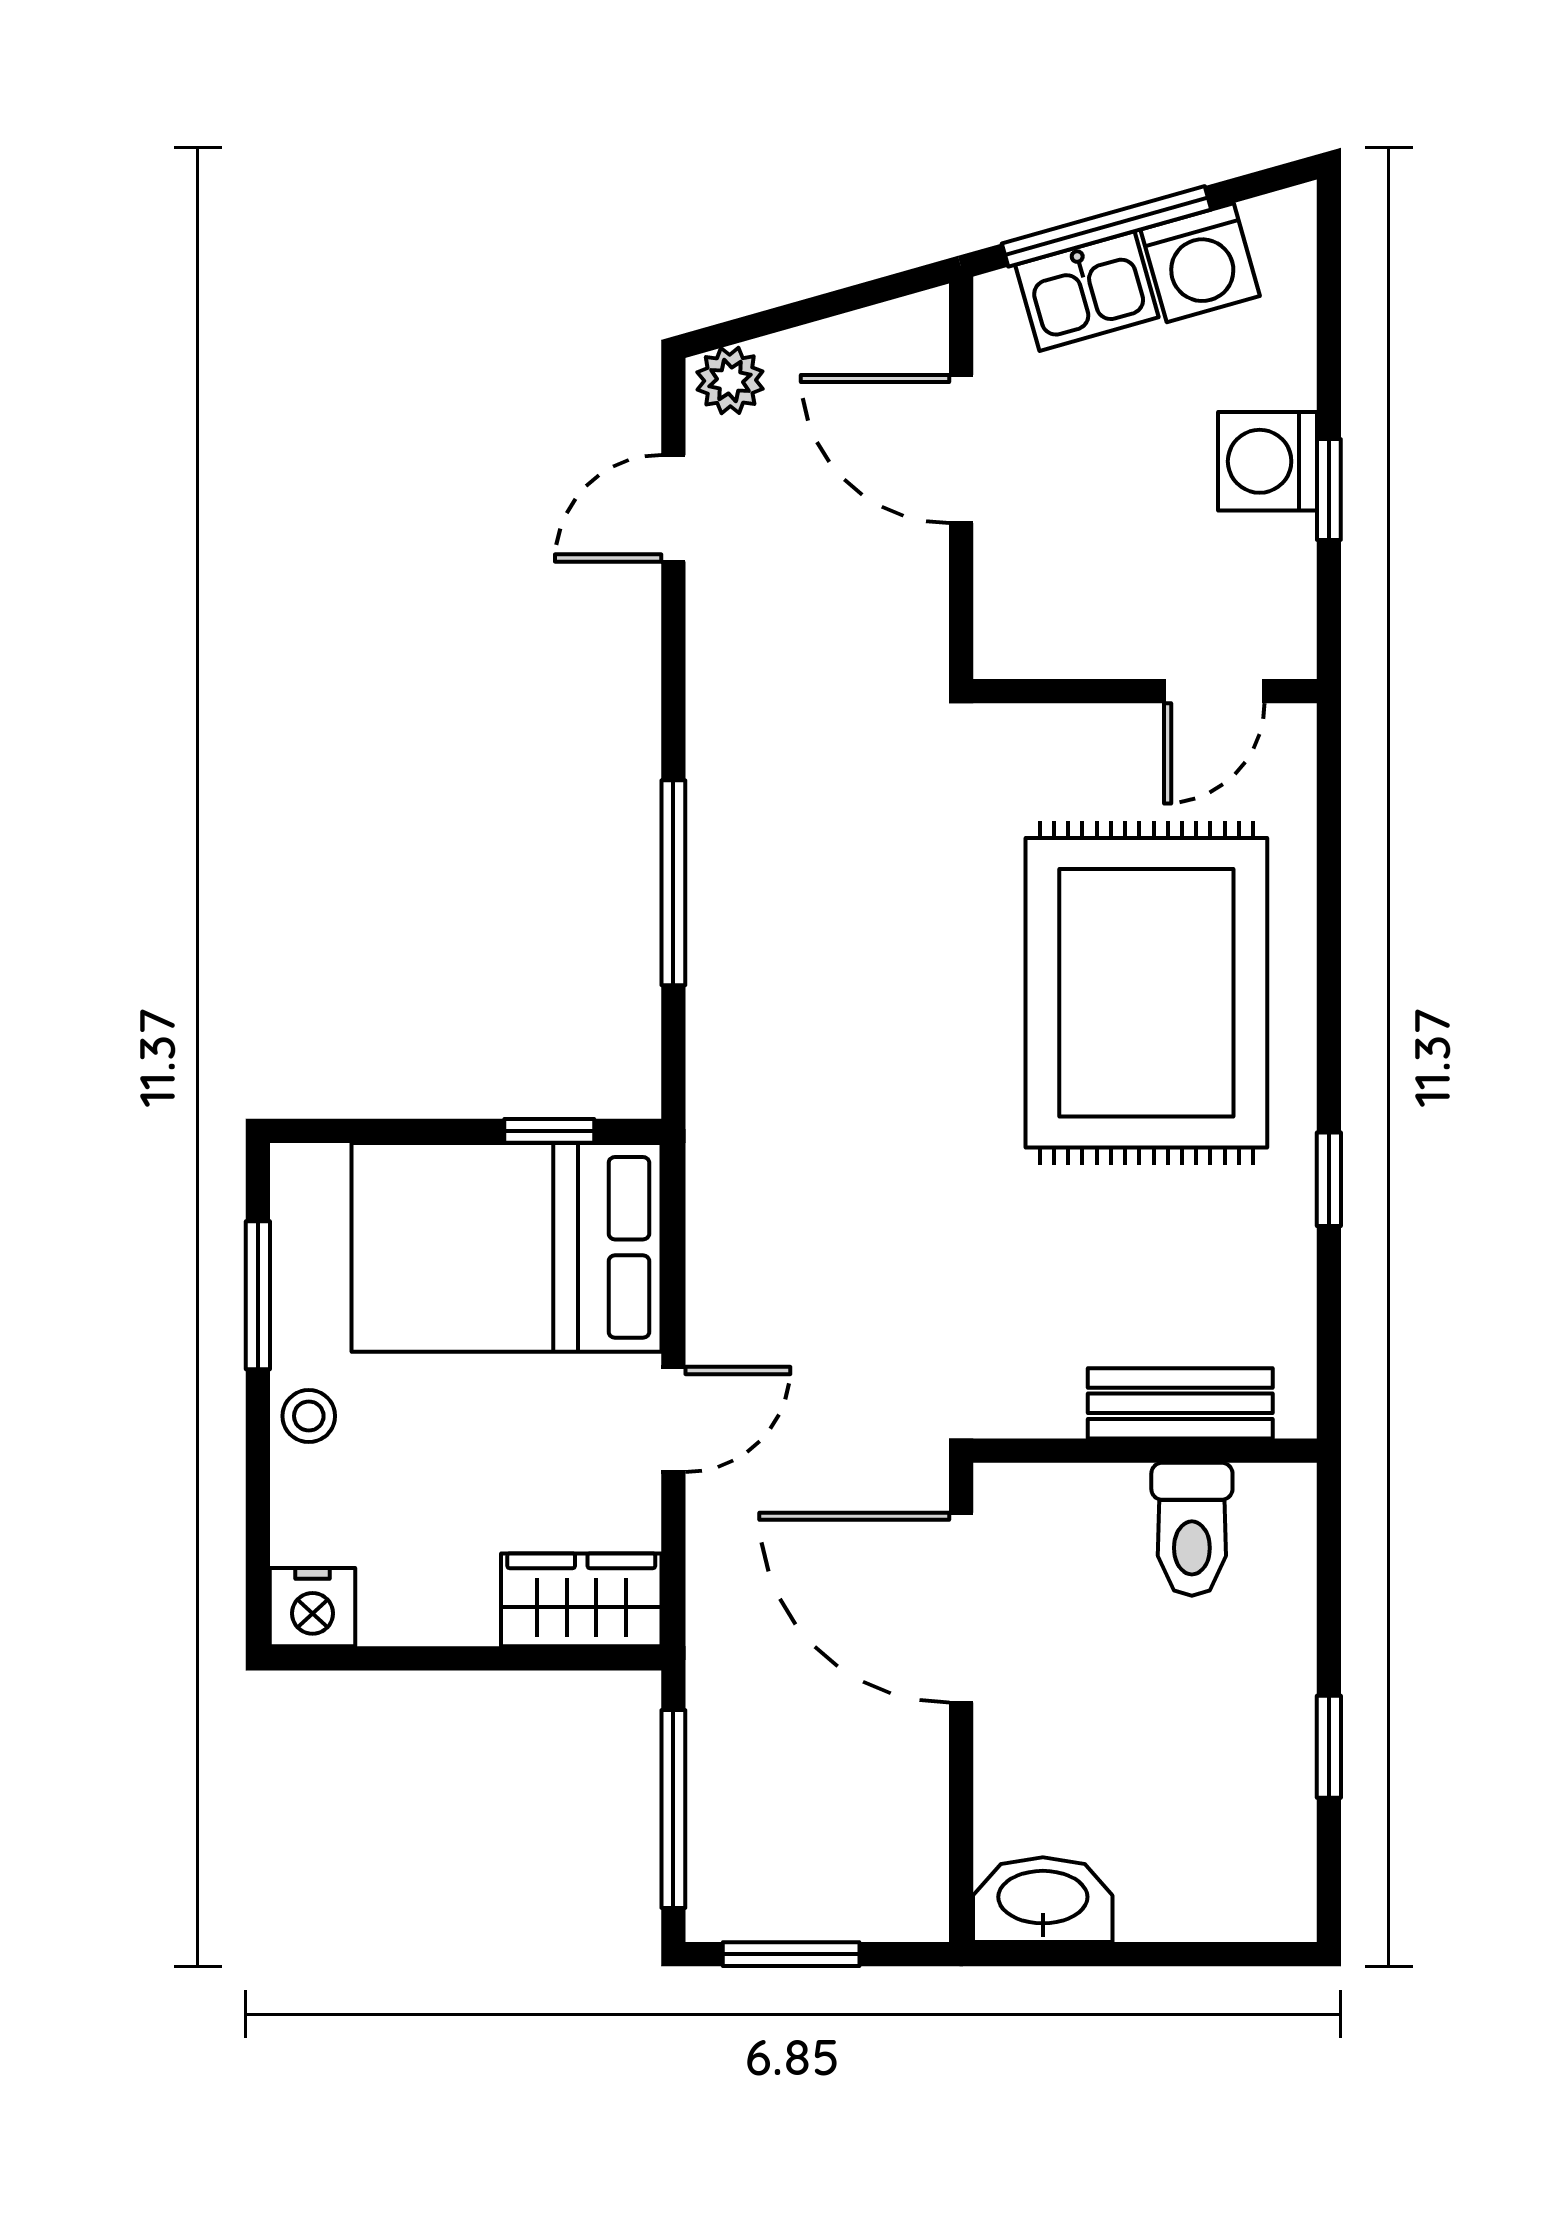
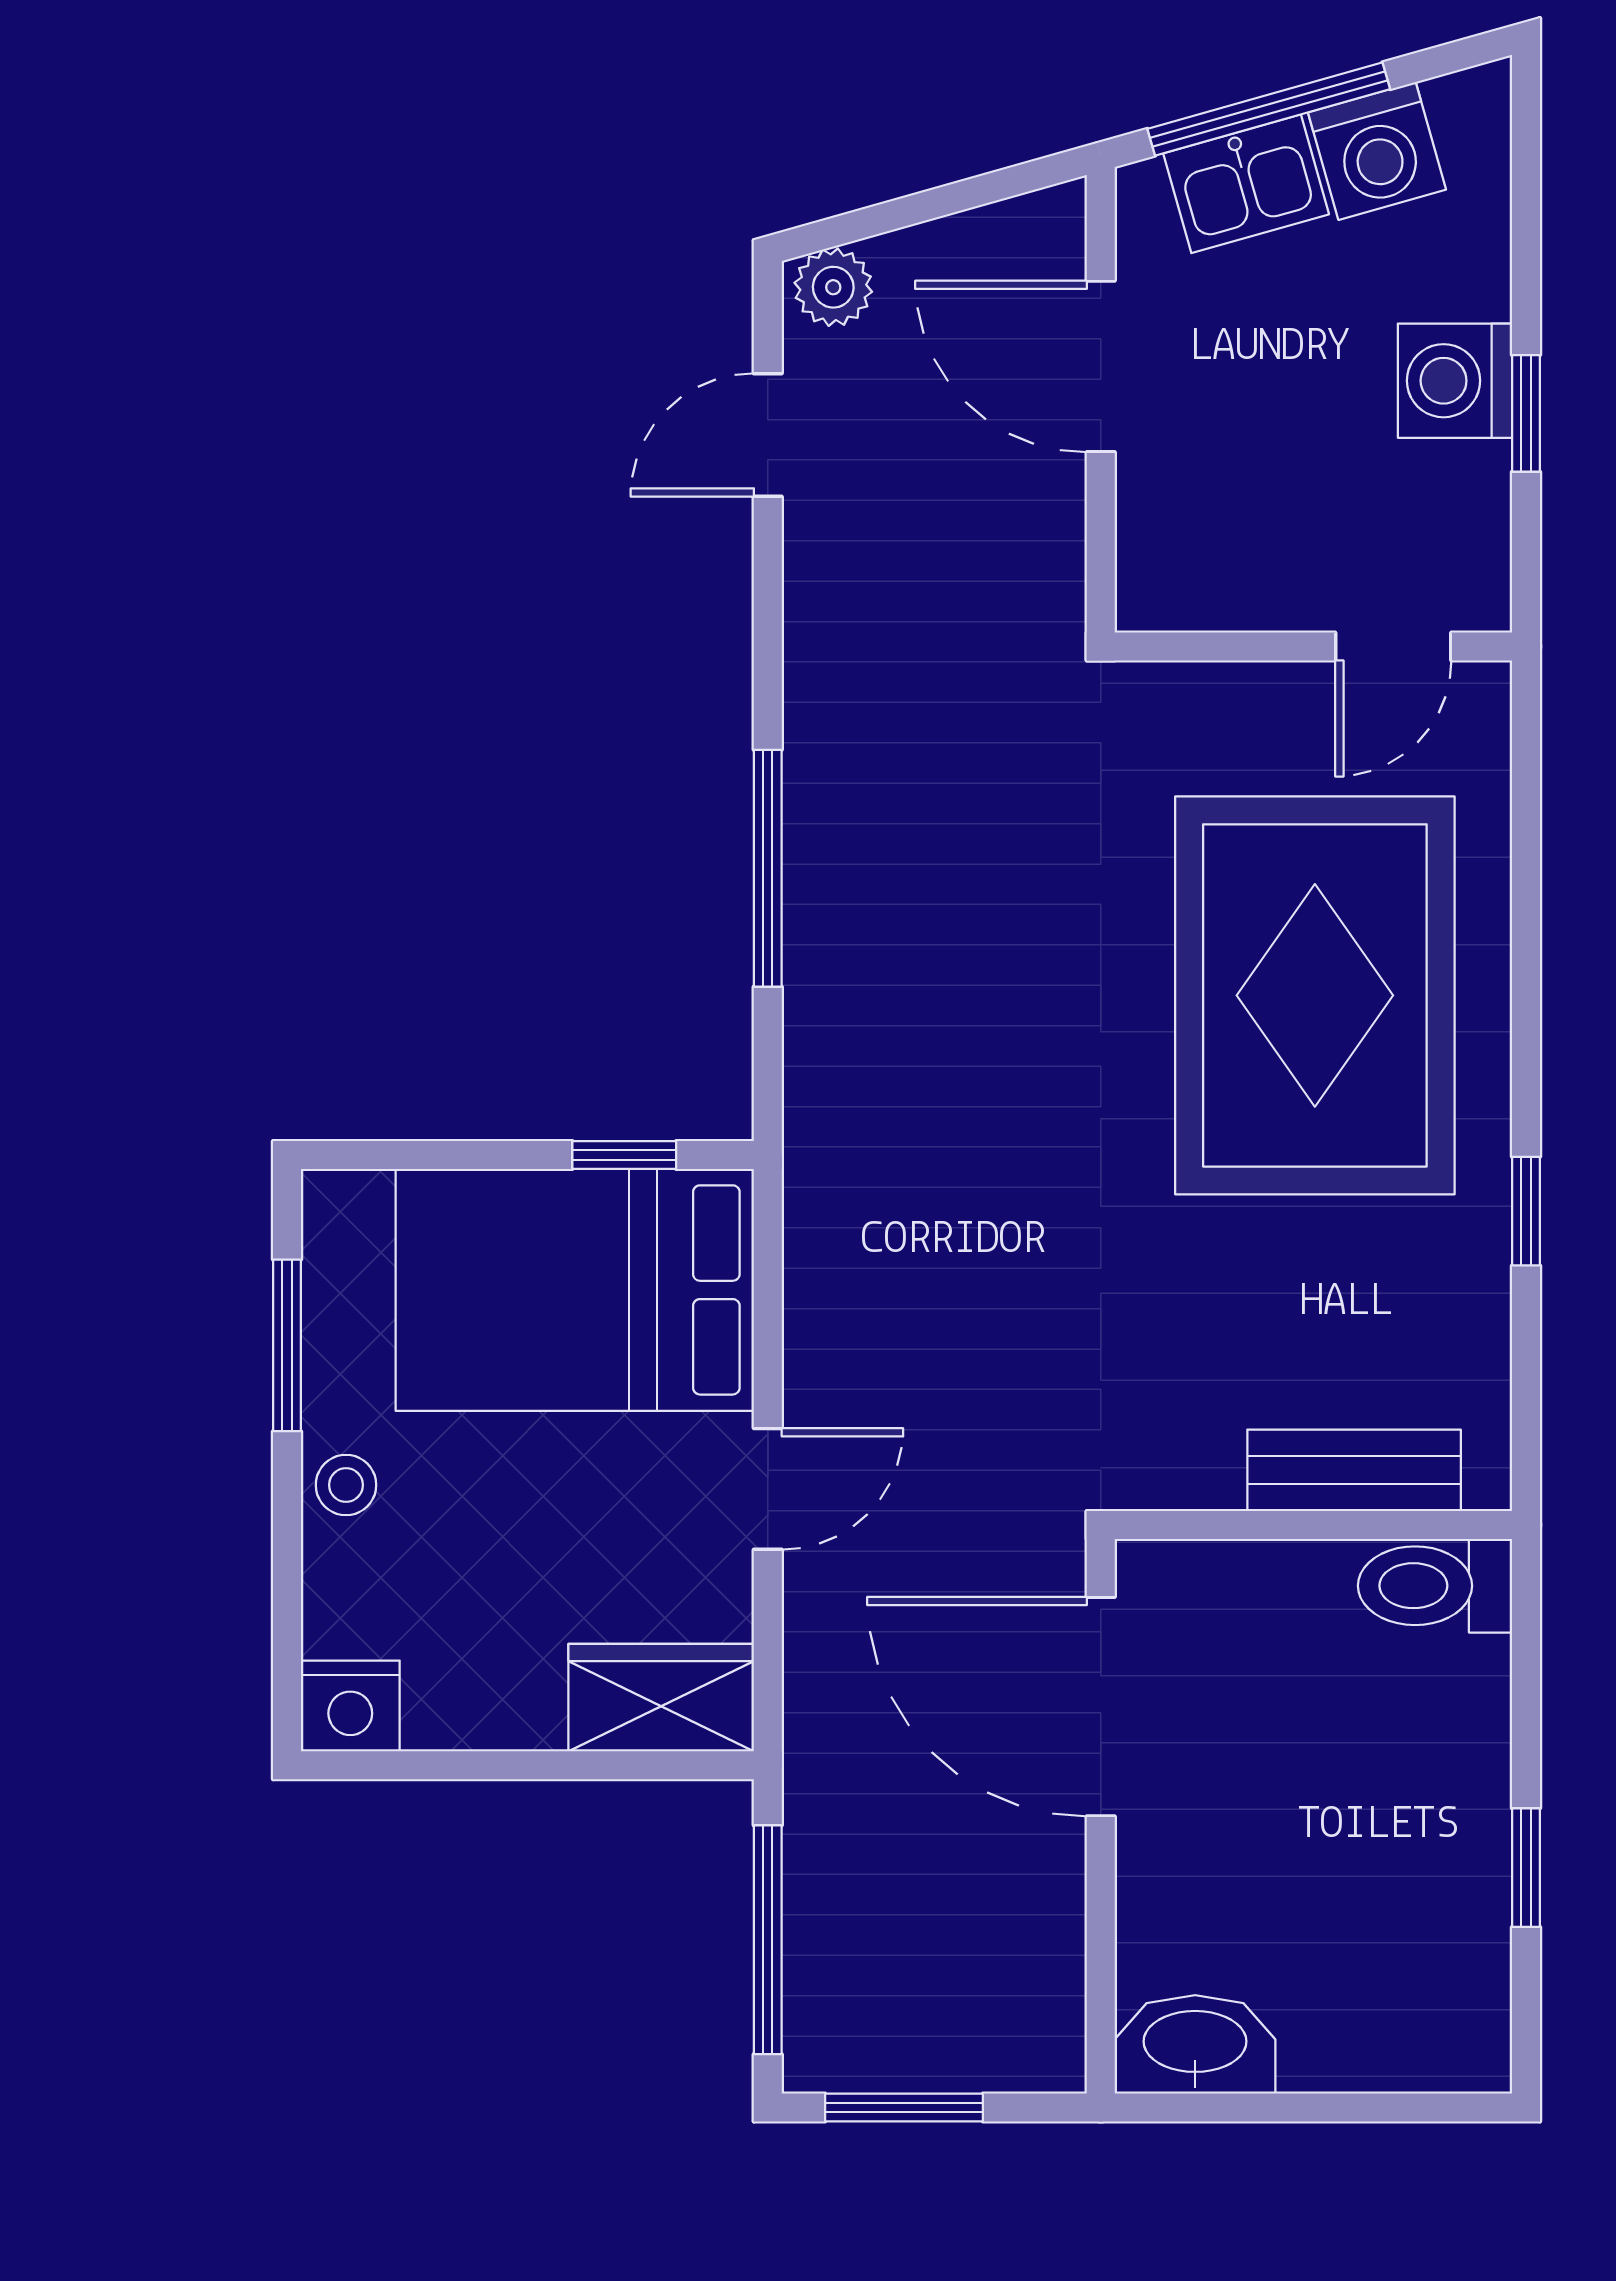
toilet: (1192, 1529) -> (1435, 1586), moved, turned 90

